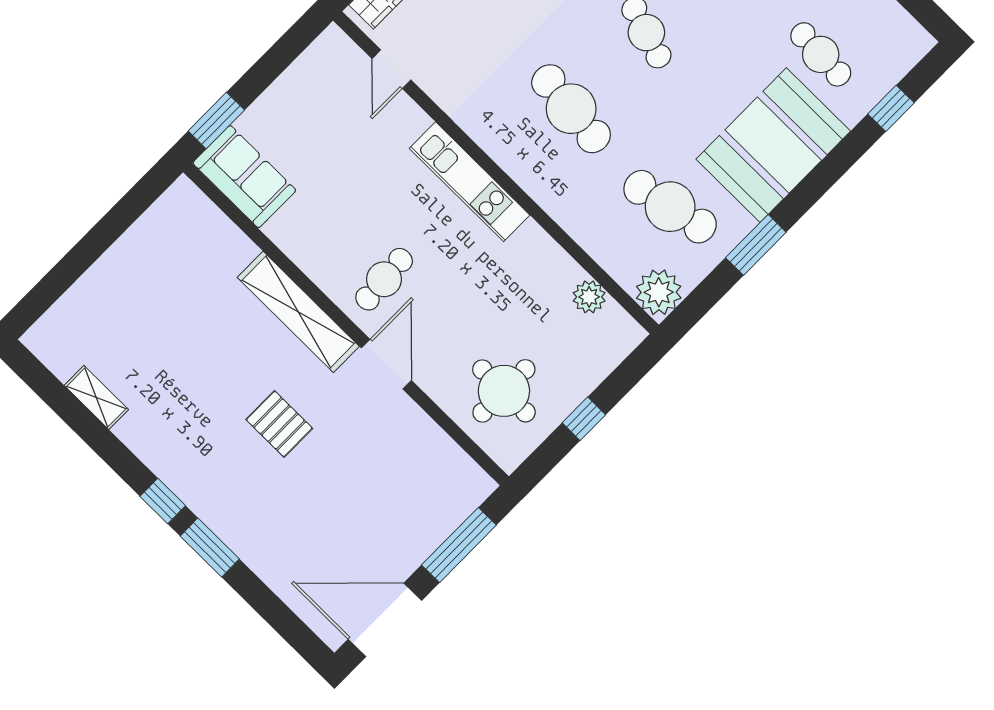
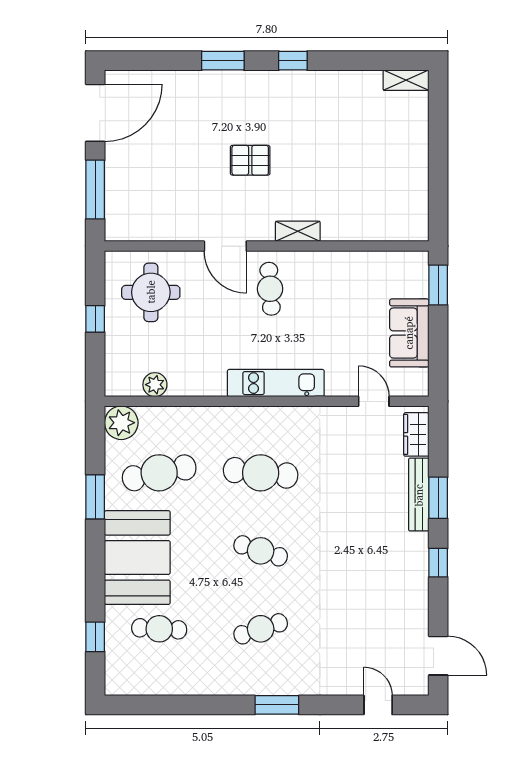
sofa: (244, 177) -> (409, 333), moved, turned 90
shelving: (298, 312) -> (298, 231), width x0.45, depth x0.75
shelving: (96, 397) -> (406, 80), moved
window: (163, 501) -> (293, 61), moved

